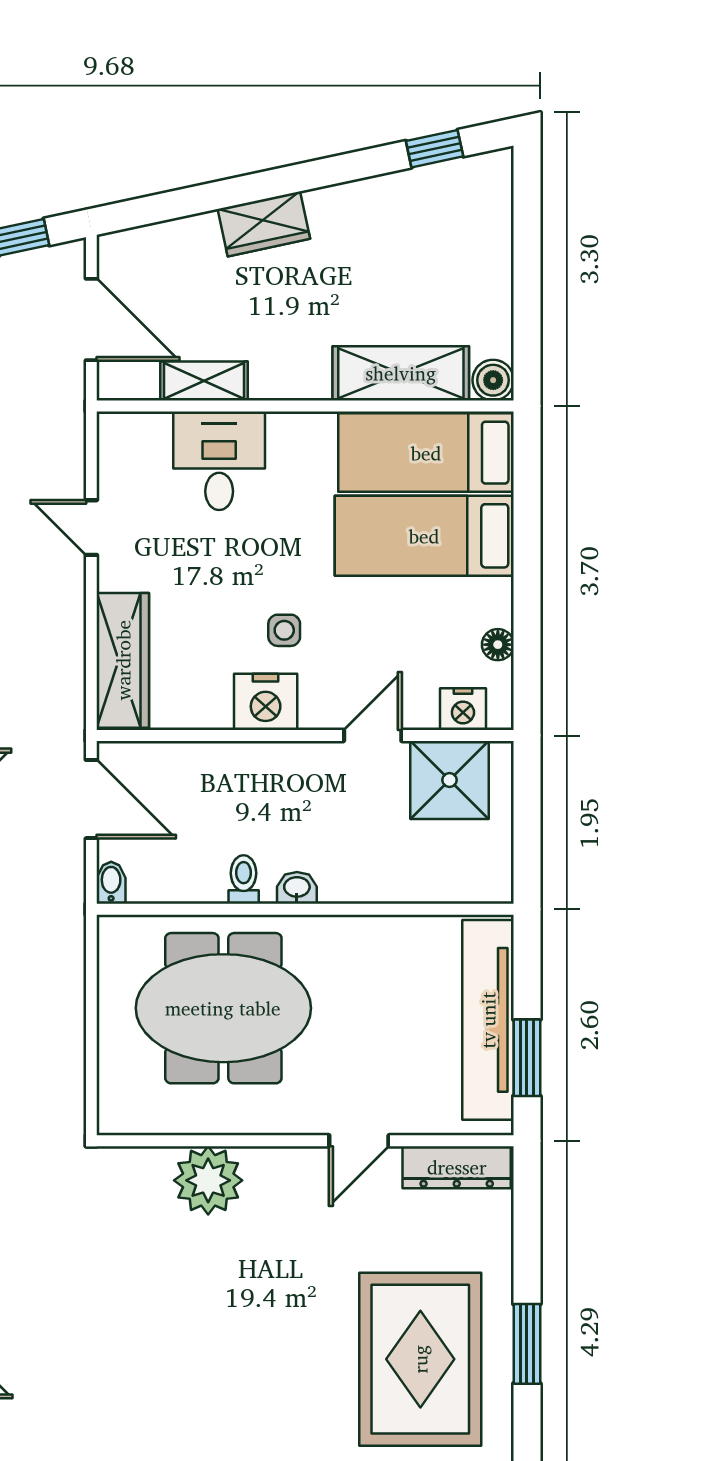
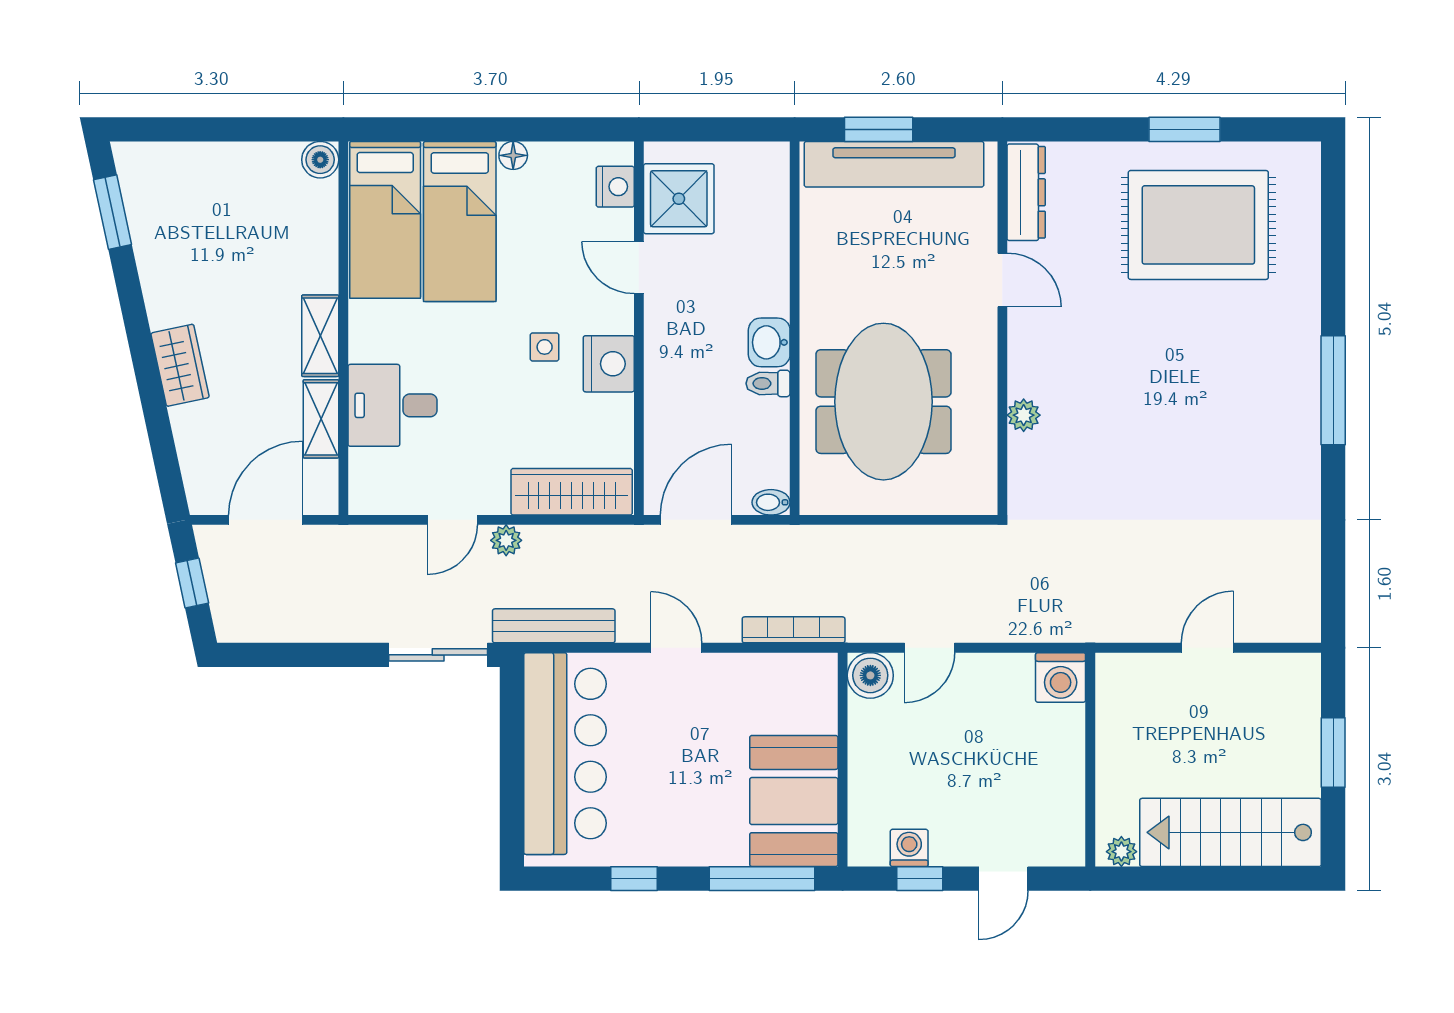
window: (435, 149) -> (113, 212), width x1.50
shelving: (401, 373) -> (320, 336), moved, width x0.67, depth x0.75
plant: (69, 588) -> (506, 540), added
floor lamp: (498, 645) -> (513, 155), moved
washbasin: (297, 888) -> (769, 342), width x1.38, depth x1.45
window: (527, 1058) -> (879, 129), moved
plant: (208, 1180) -> (1024, 415), width x0.53, depth x0.53

